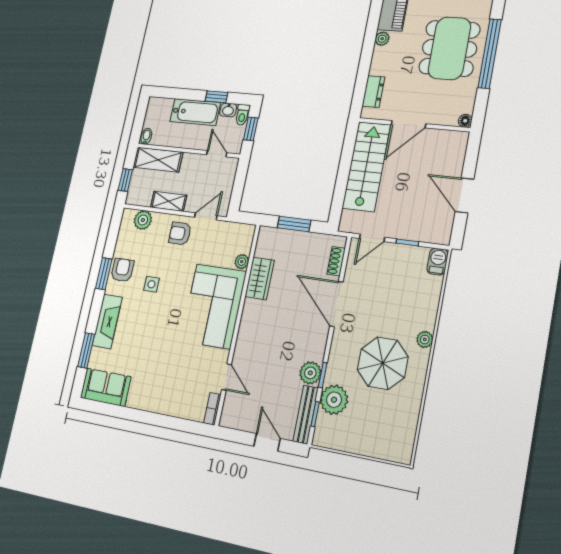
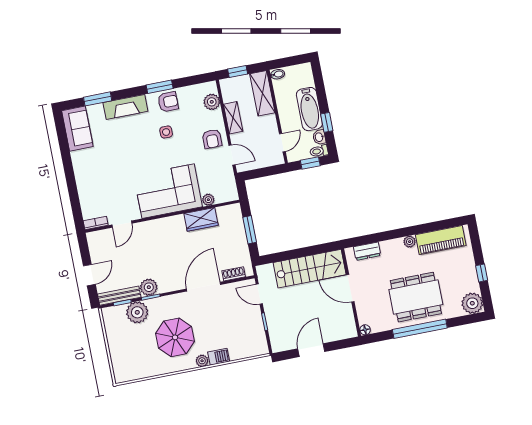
armchair: (180, 233) -> (212, 139), turned 180
barbecue: (438, 262) -> (219, 357), moved

